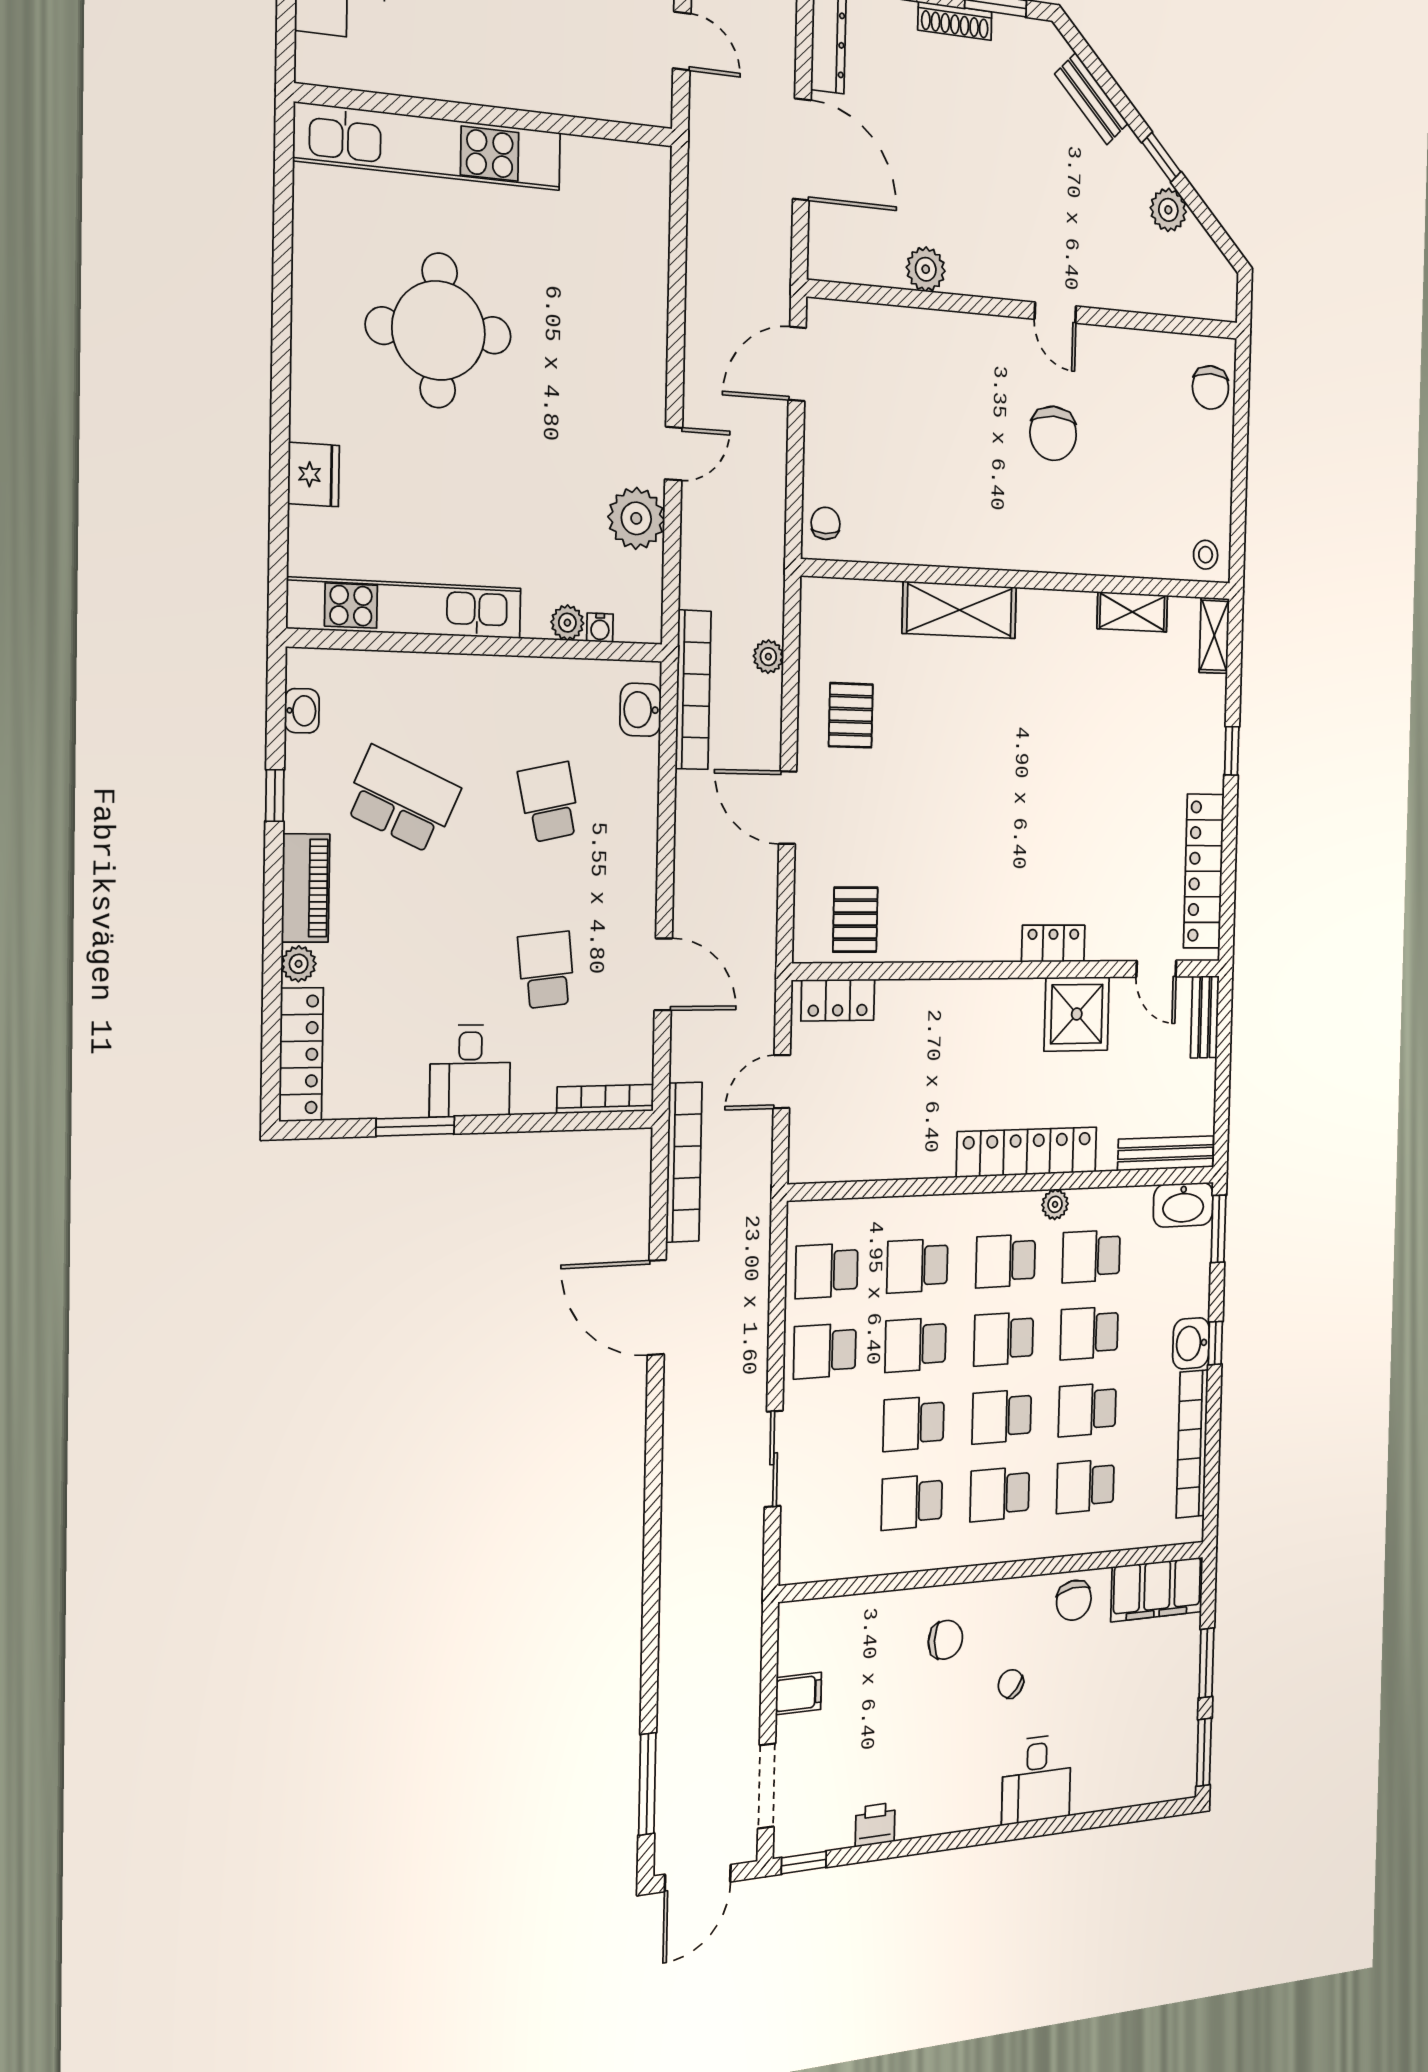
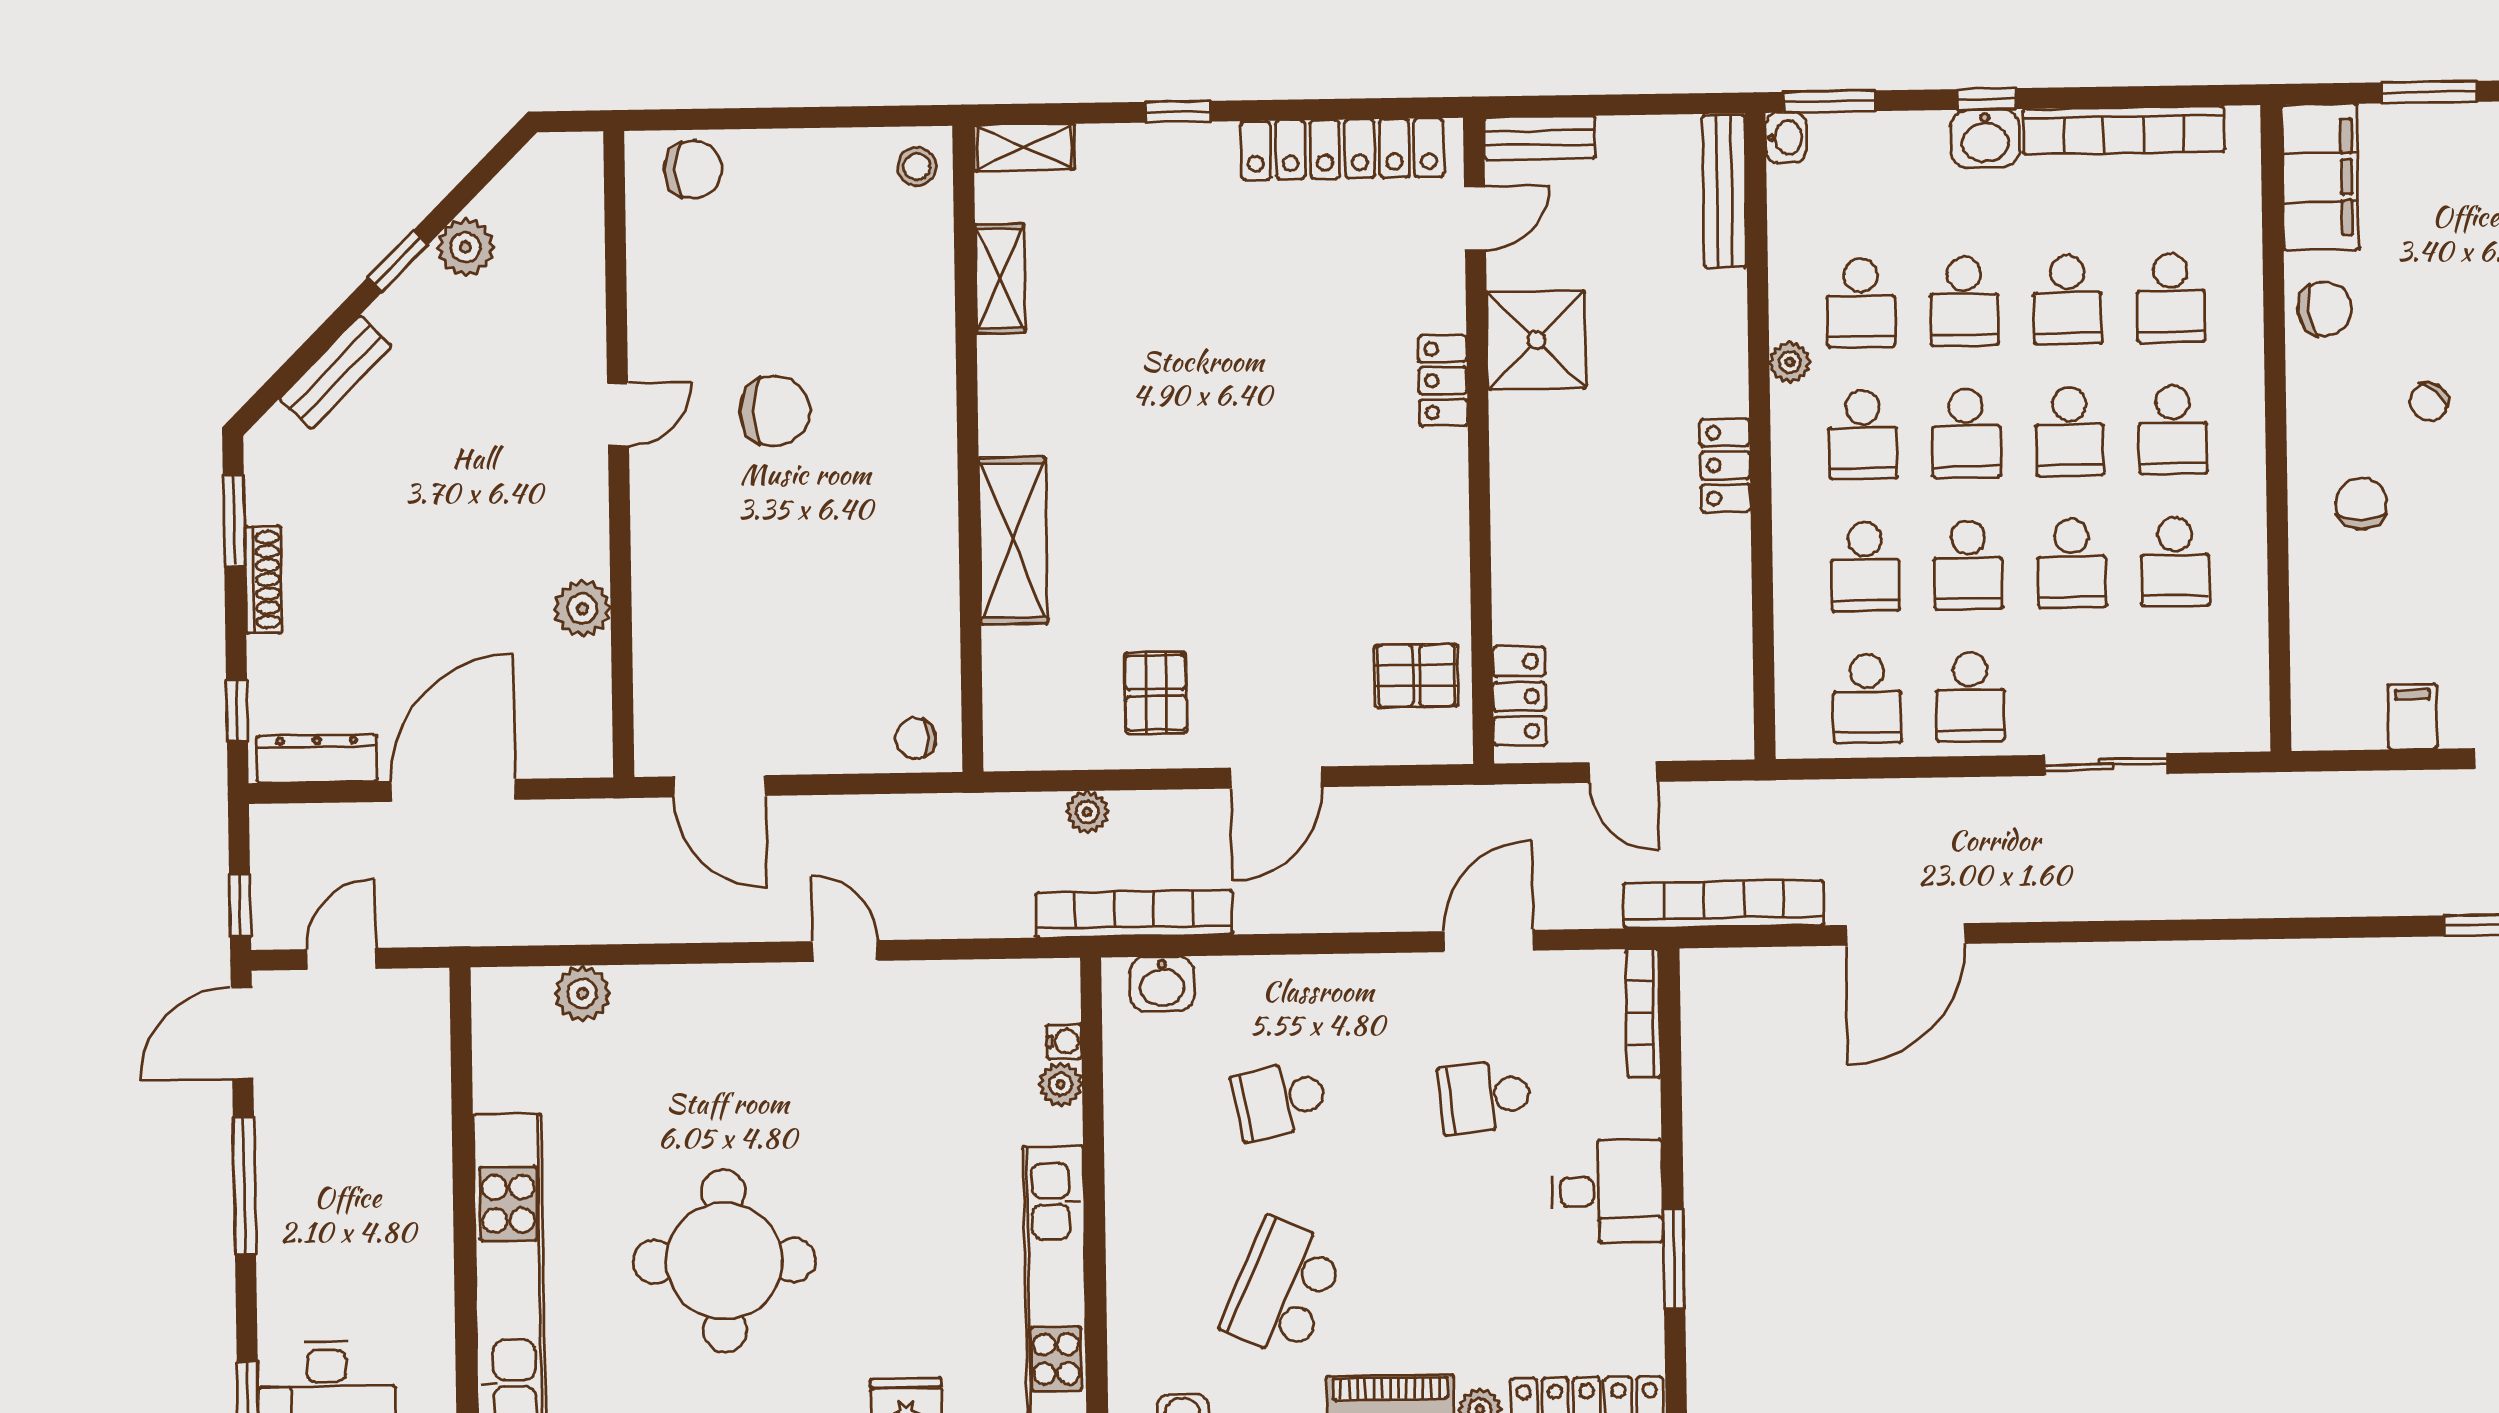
plant: (636, 518) -> (582, 993), moved, width x0.73, depth x0.73
pallet: (851, 715) -> (1156, 693), turned 90
locker: (1027, 1152) -> (1725, 465), width x0.46, depth x0.83
washbasin: (1183, 1205) -> (1786, 137), width x0.52, depth x0.69

